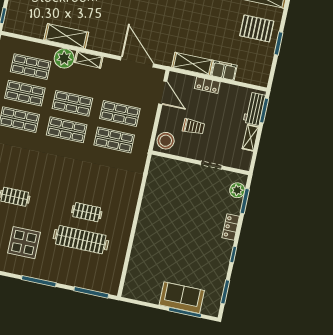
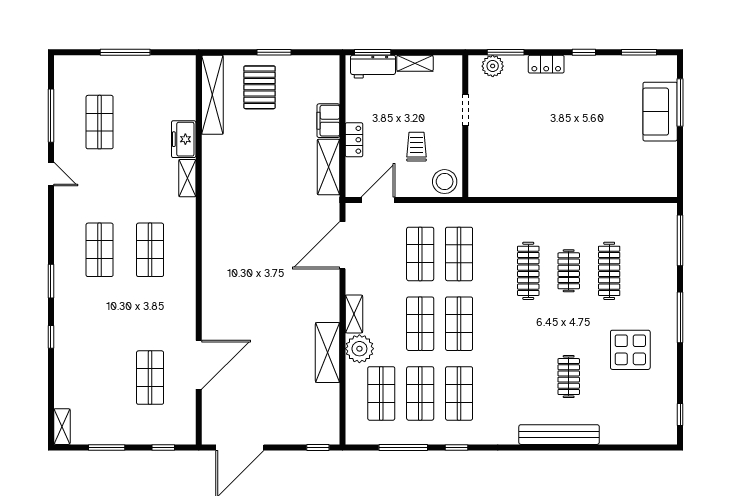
clothes rail: (93, 185) -> (528, 271), added
clothes rail: (81, 240) -> (609, 271), width x0.73, depth x0.76

